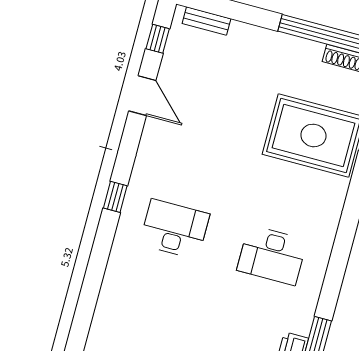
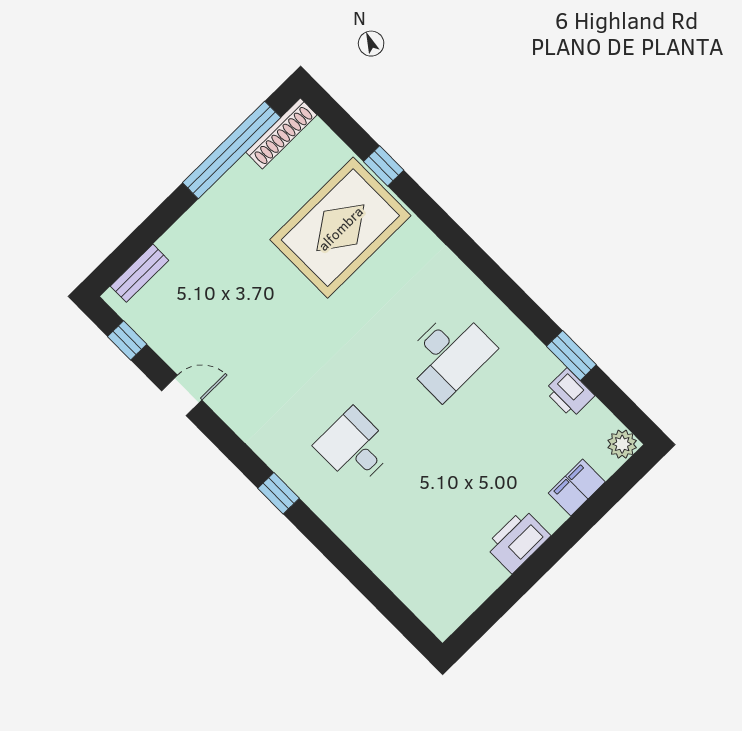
door: (142, 96) -> (182, 395), width x0.73
desk: (175, 229) -> (354, 447), width x0.73

